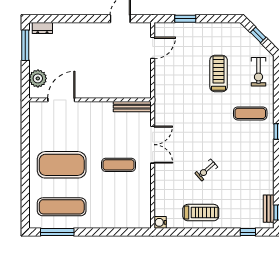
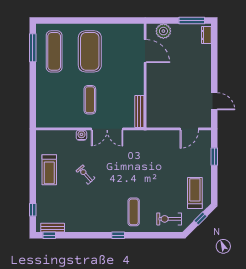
door: (153, 48) -> (189, 129), hinge flipped
treadmill: (219, 74) -> (195, 193), moved, turned -90
water cooler: (160, 222) -> (81, 135), moved

